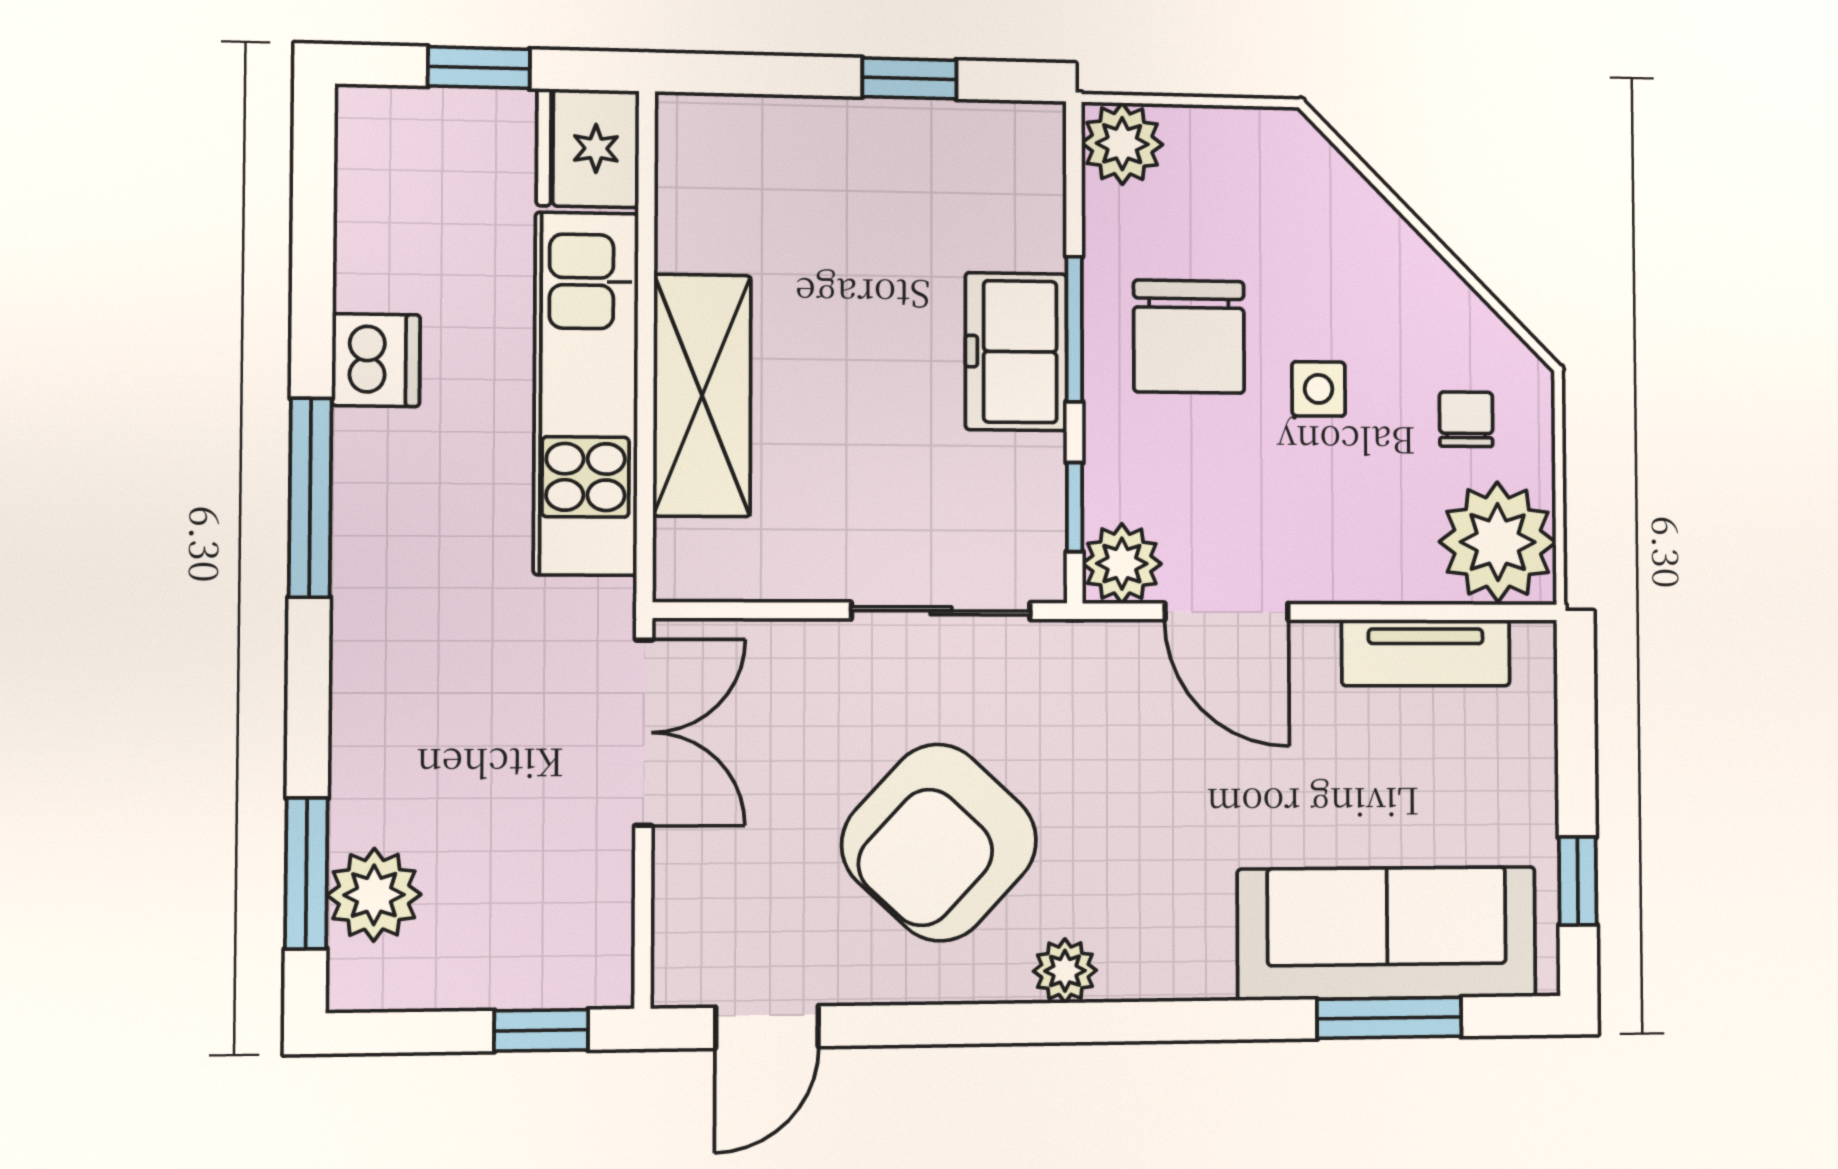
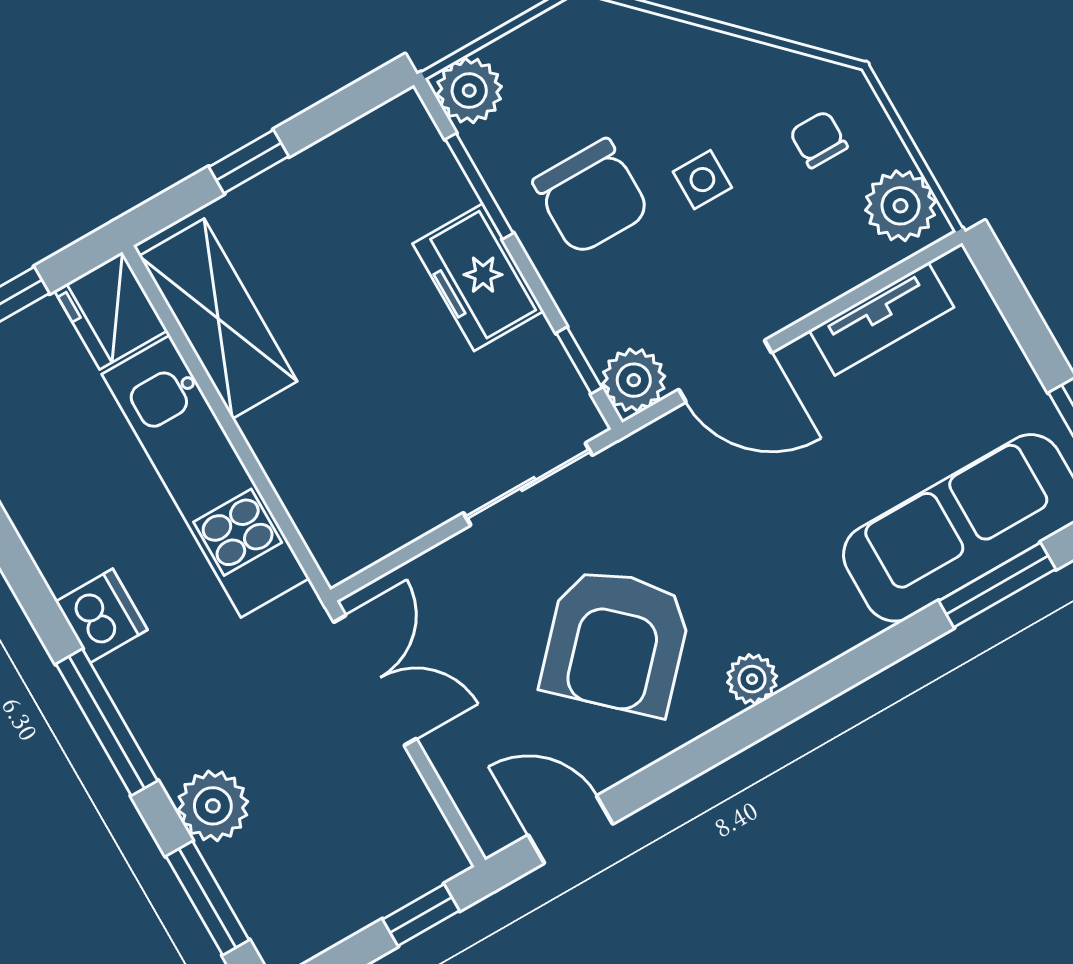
window: (909, 78) -> (249, 162), moved
window: (1074, 329) -> (479, 186), moved
dishwasher: (376, 360) -> (101, 616), moved
shelving: (702, 395) -> (218, 319), moved
window: (310, 498) -> (107, 722), moved
plant: (1498, 542) -> (901, 206), width x0.73, depth x0.73
plant: (374, 895) -> (213, 806), moved
door: (767, 1027) -> (570, 829), swing flipped

